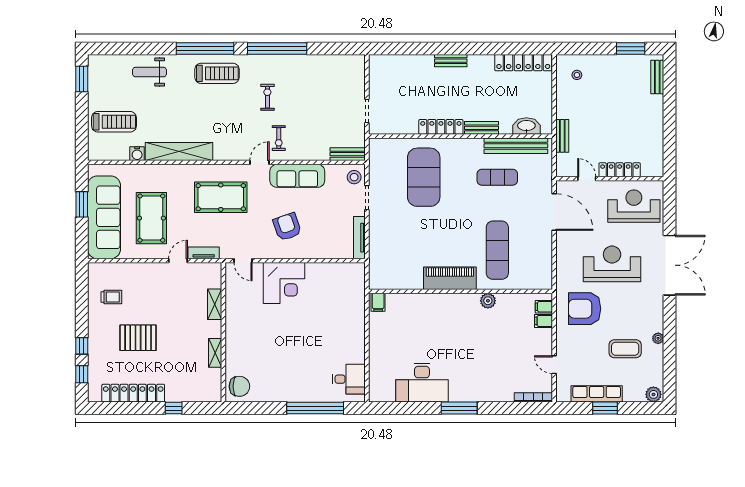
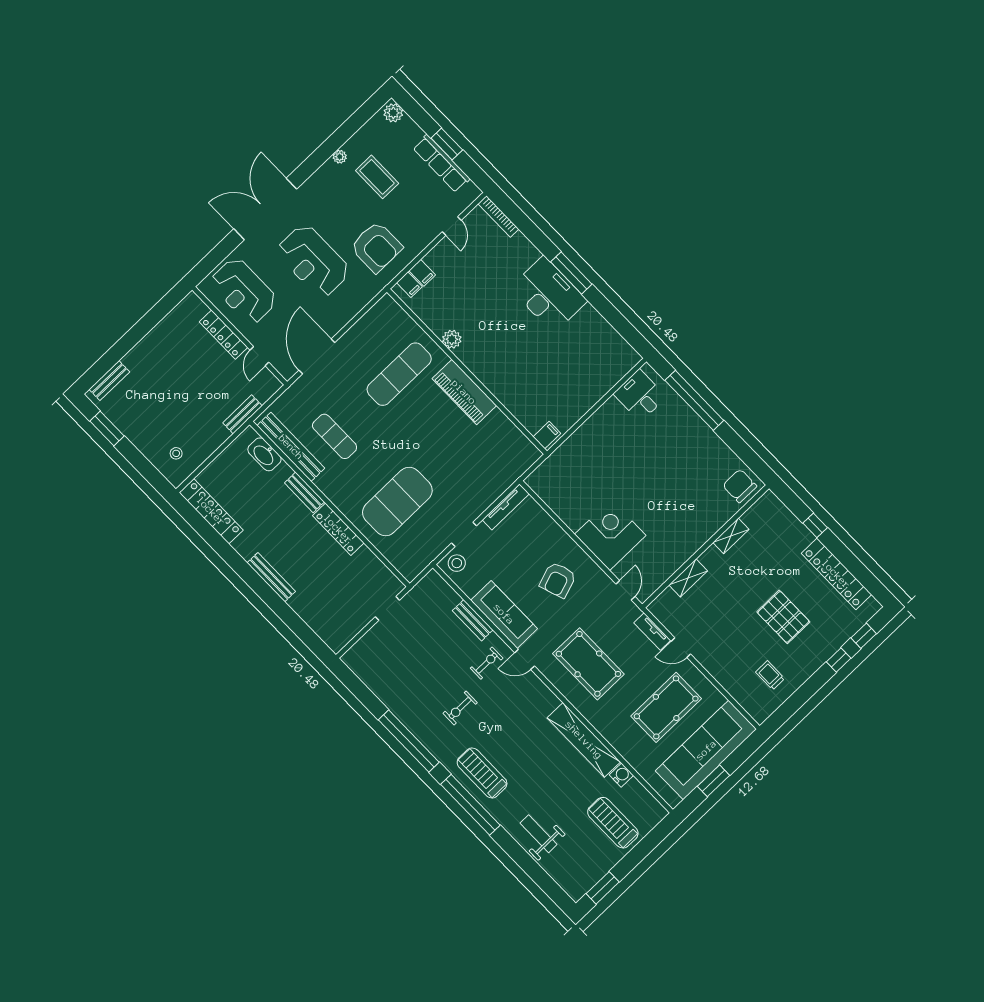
bench: (451, 61) -> (271, 577), width x1.36
weight bench: (149, 72) -> (539, 834), turned 180
bench: (347, 154) -> (473, 620), moved
desk: (422, 383) -> (549, 294), moved

